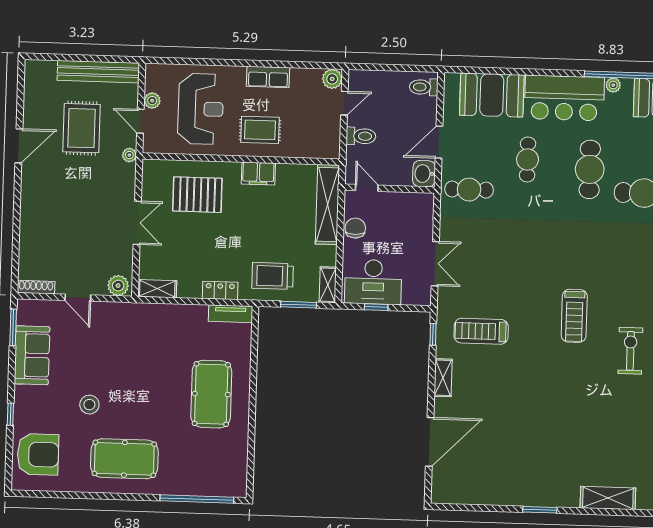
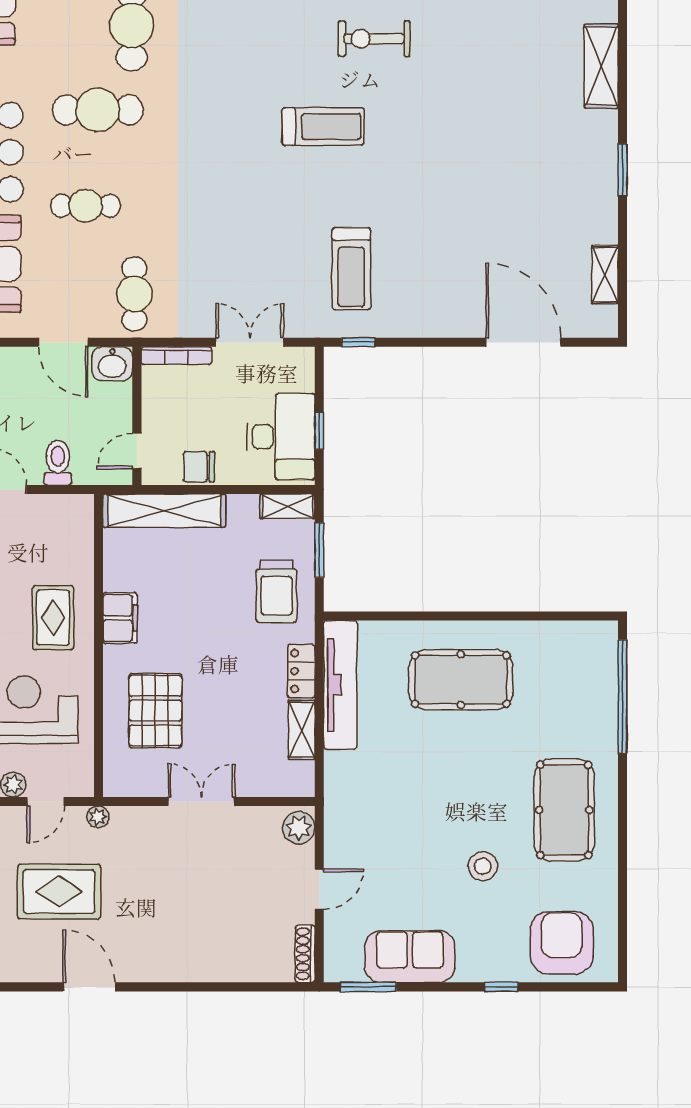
bookcase: (428, 216) -> (176, 356), added
shelving: (157, 289) -> (302, 730), moved
tv unit: (231, 314) -> (340, 685), width x1.92, depth x1.29
shelving: (443, 378) -> (605, 275), moved, turned 90

